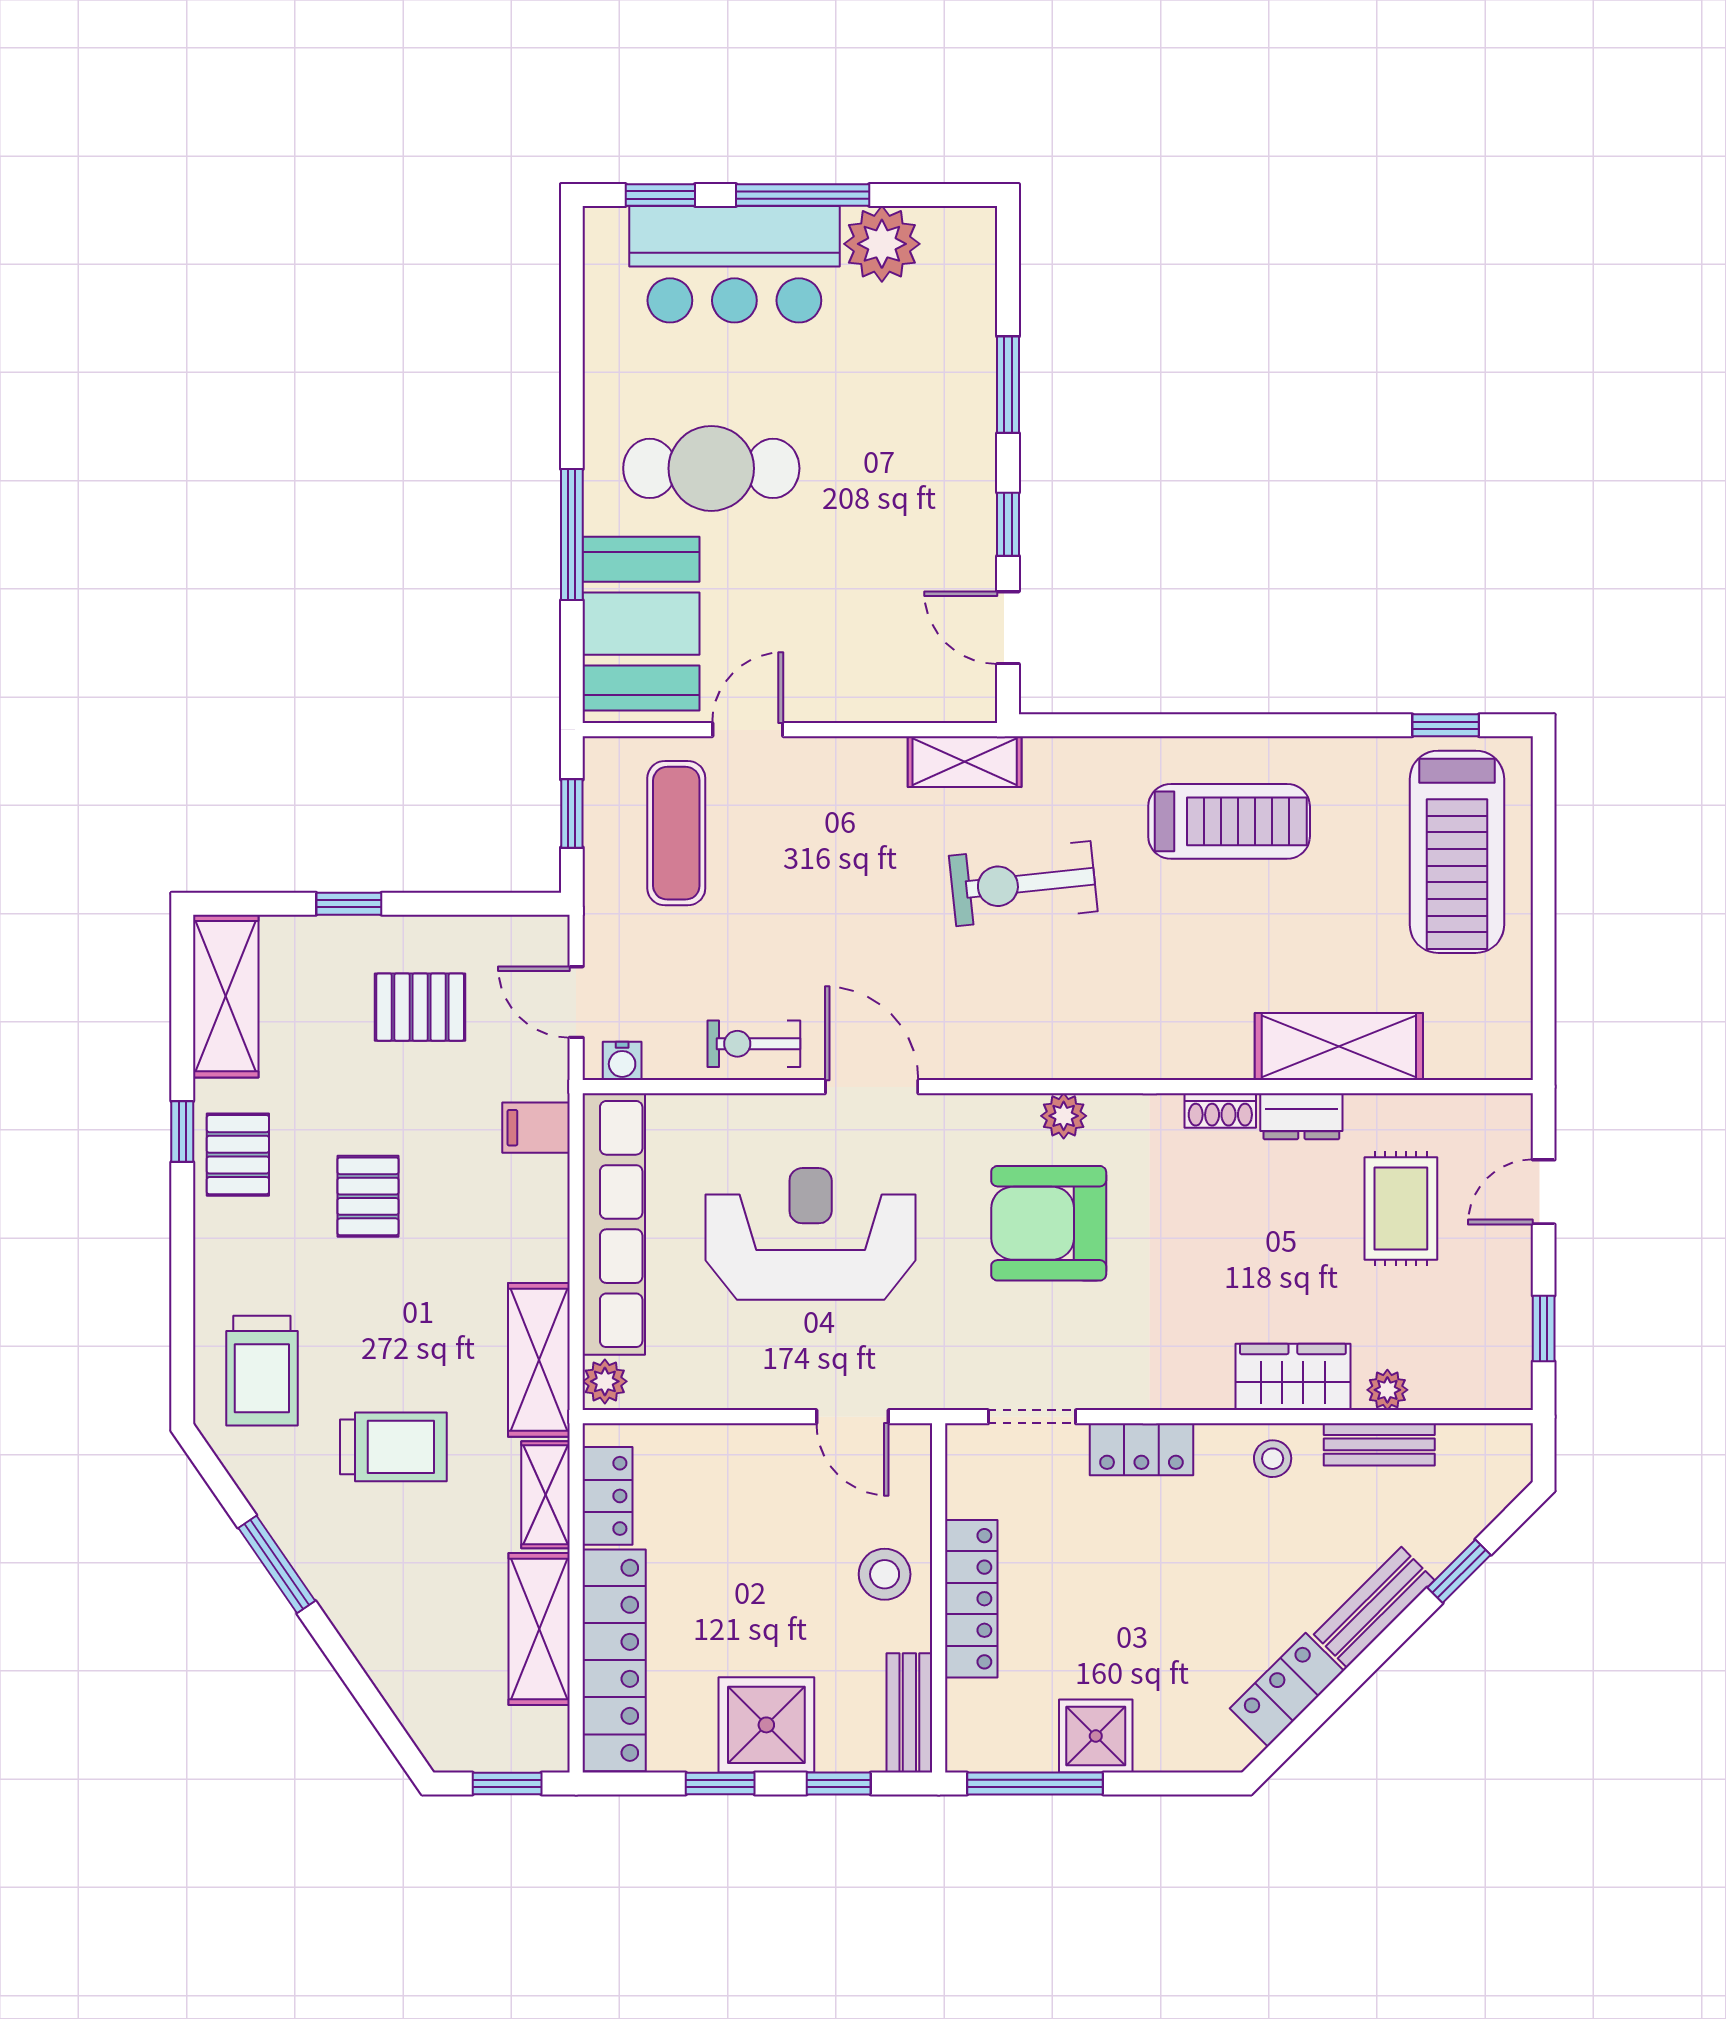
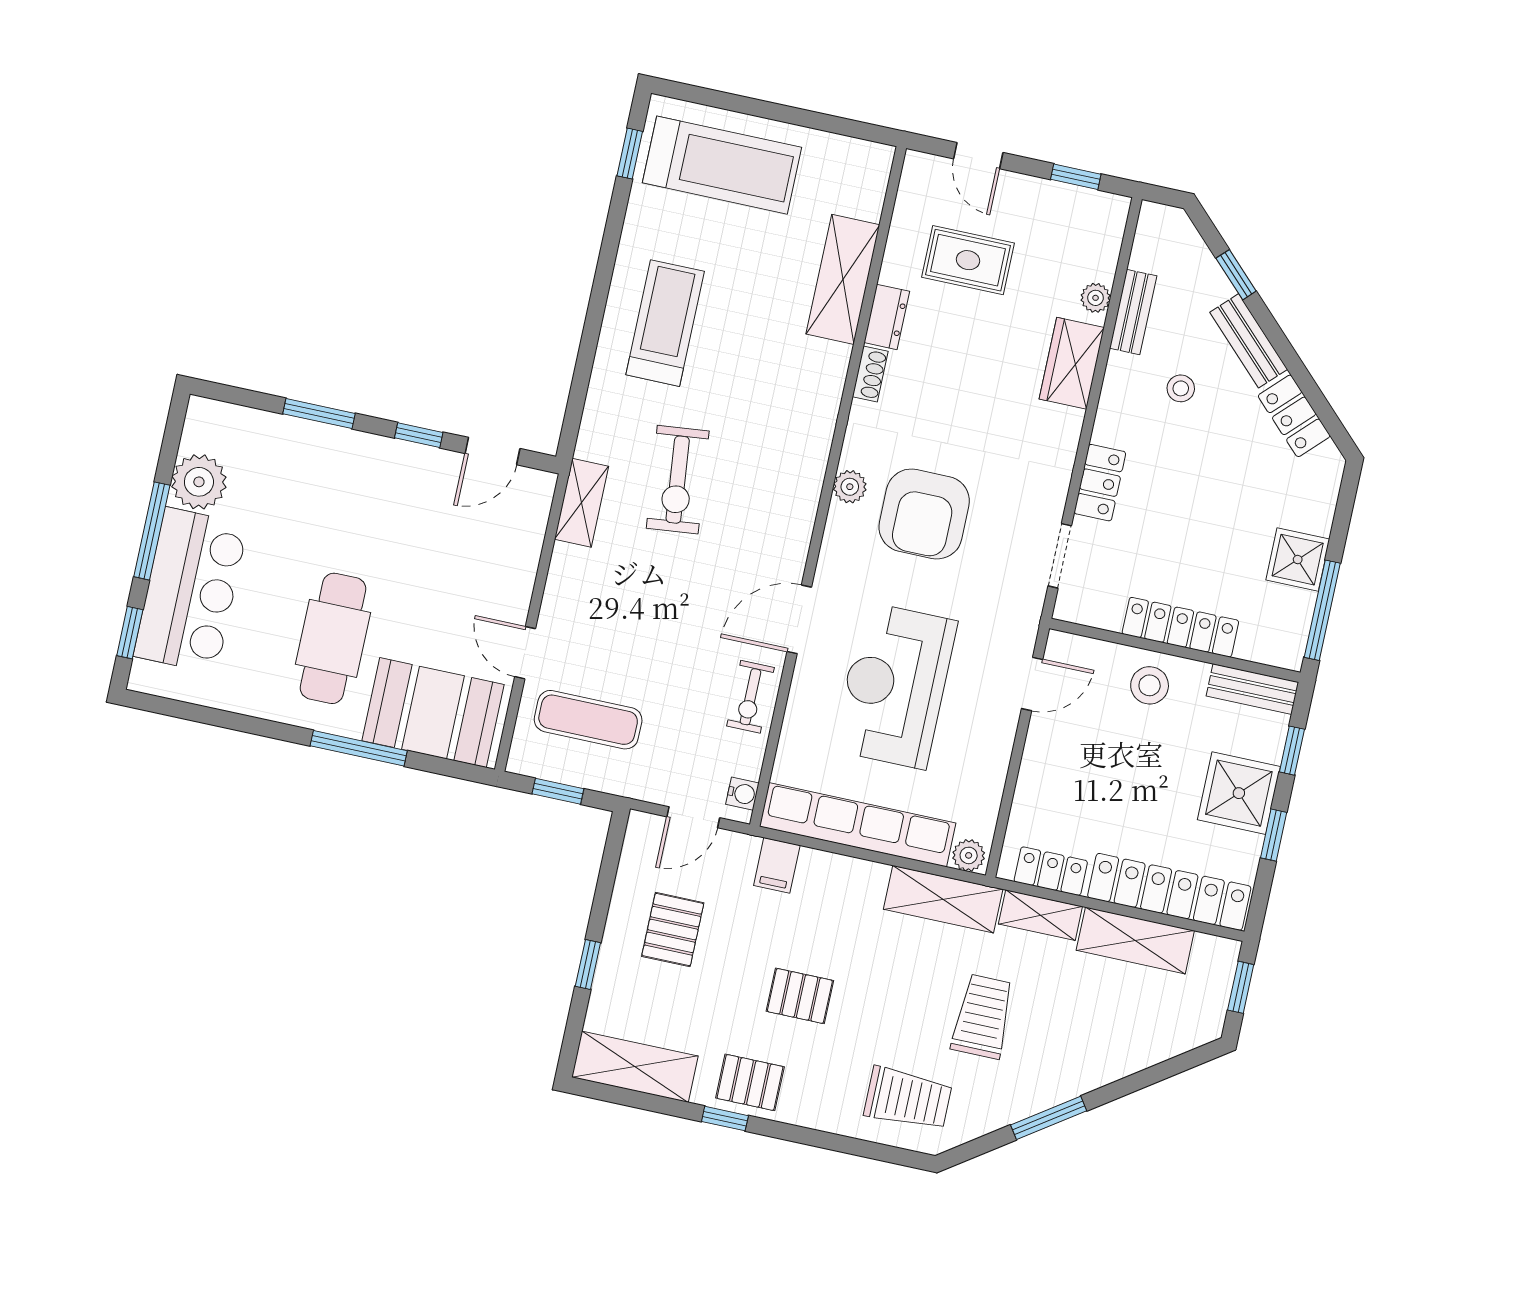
stool: (1273, 1459) -> (1181, 388), moved

